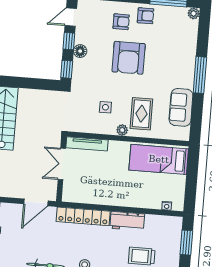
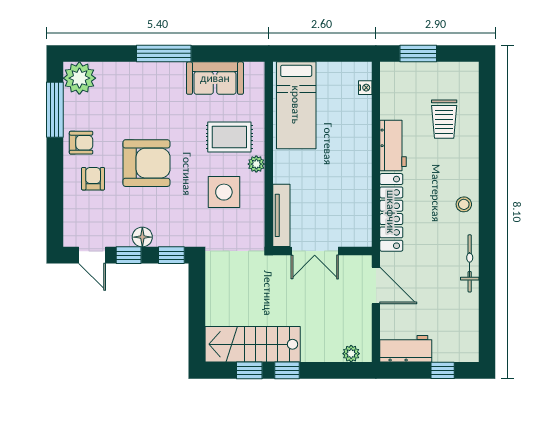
plant: (194, 13) -> (79, 78), width x1.88, depth x1.88
armchair: (146, 16) -> (81, 143), turned 90
side table: (105, 107) -> (224, 192), width x1.87, depth x1.87

